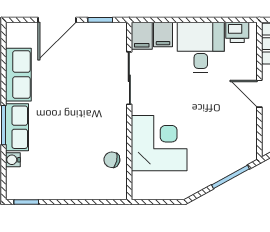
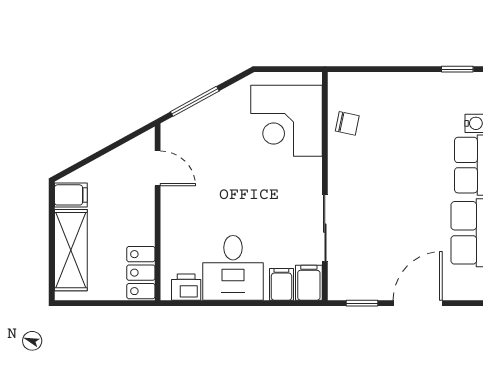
door: (259, 94) -> (158, 168), moved
corner desk: (159, 143) -> (286, 121), moved

